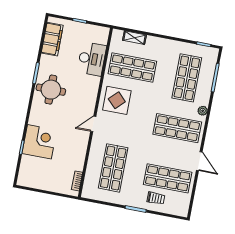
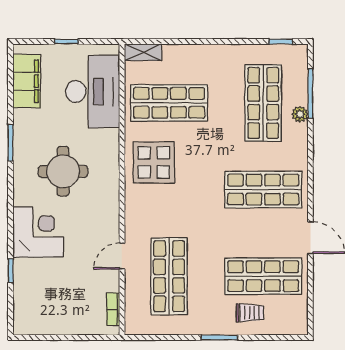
shelving: (135, 38) -> (143, 52), moved
desk: (92, 59) -> (92, 92), width x1.36, depth x1.30
round table: (51, 90) -> (63, 171), moved
plant: (203, 111) -> (300, 114), moved
door: (93, 124) -> (122, 256), moved
corner desk: (39, 142) -> (38, 232), moved

